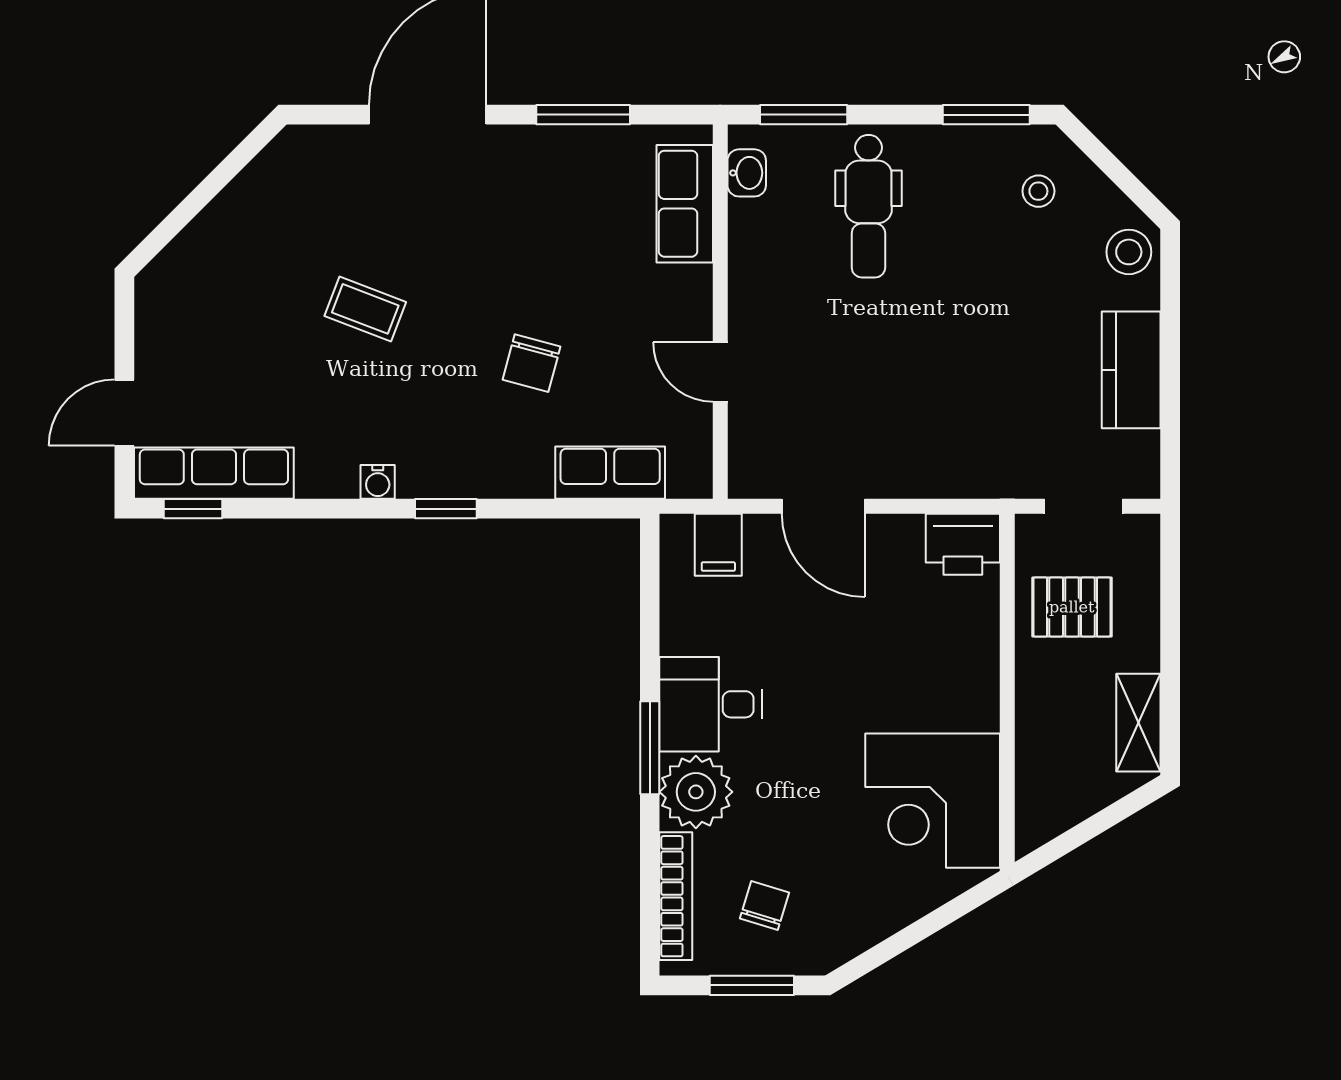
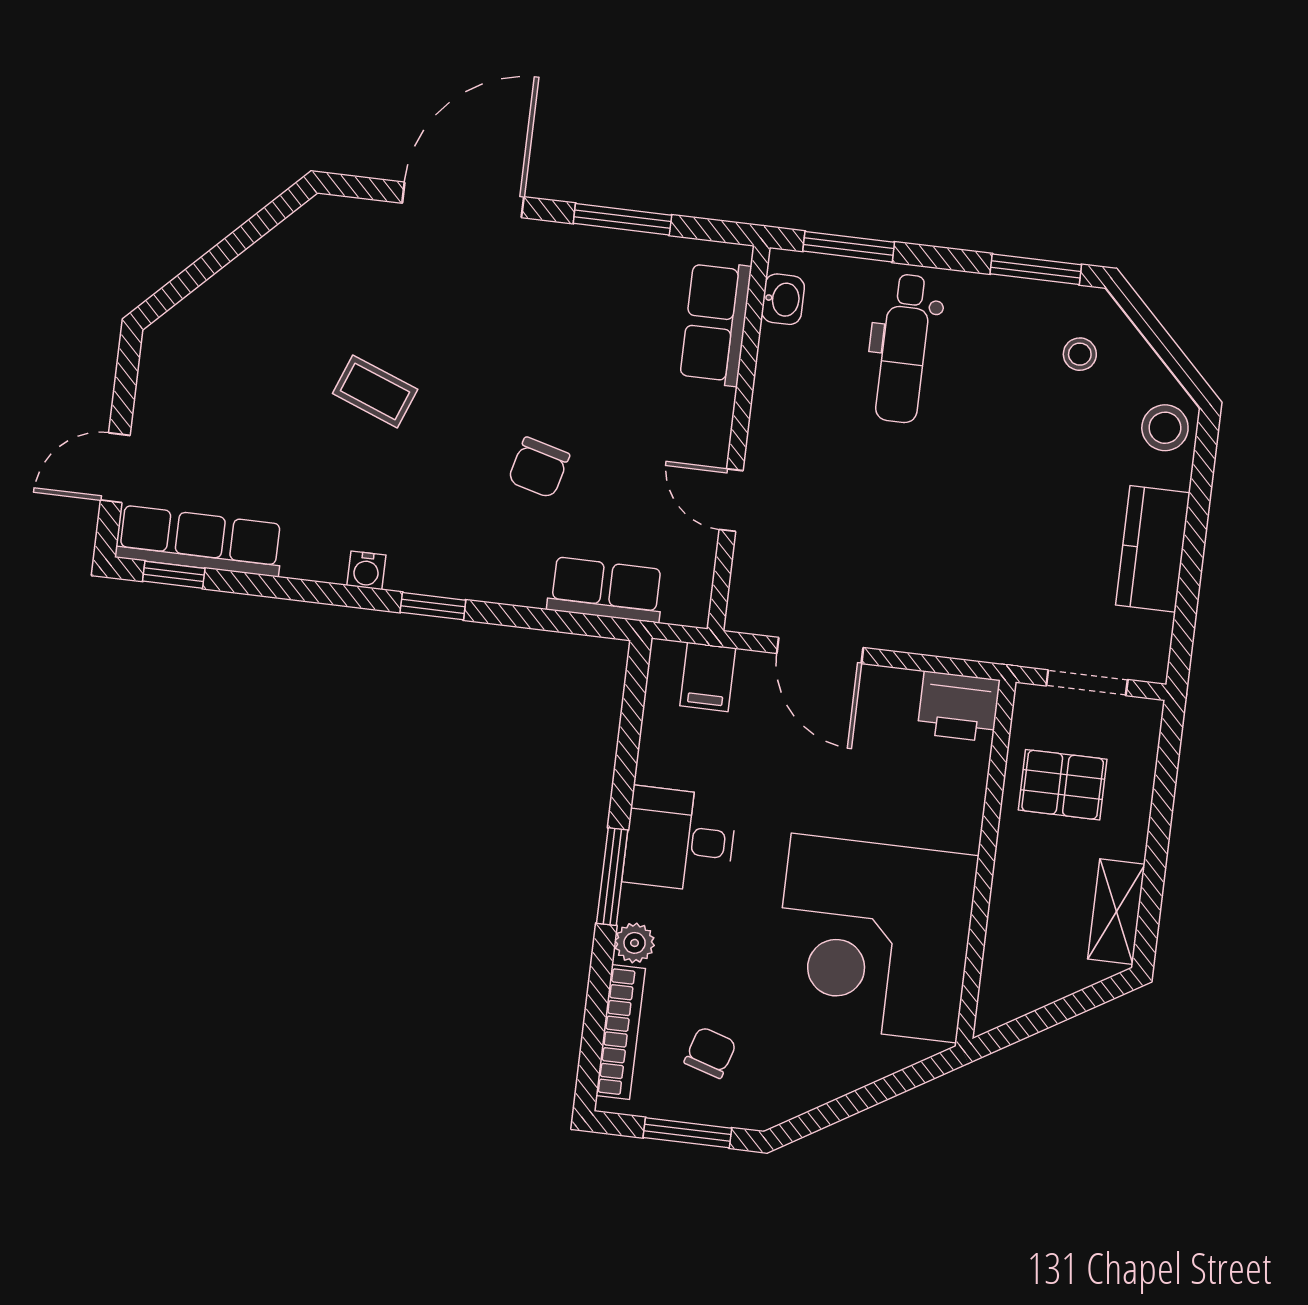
plant: (696, 792) -> (635, 943), width x0.53, depth x0.53
corner desk: (933, 801) -> (874, 938), width x1.36, depth x1.36

